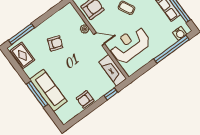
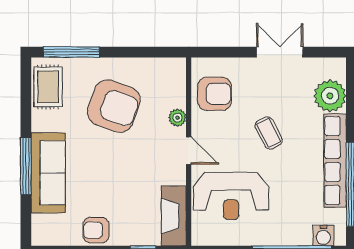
armchair: (55, 43) -> (114, 106), width x1.88, depth x1.88
reception desk: (130, 45) -> (231, 196), turned 180

